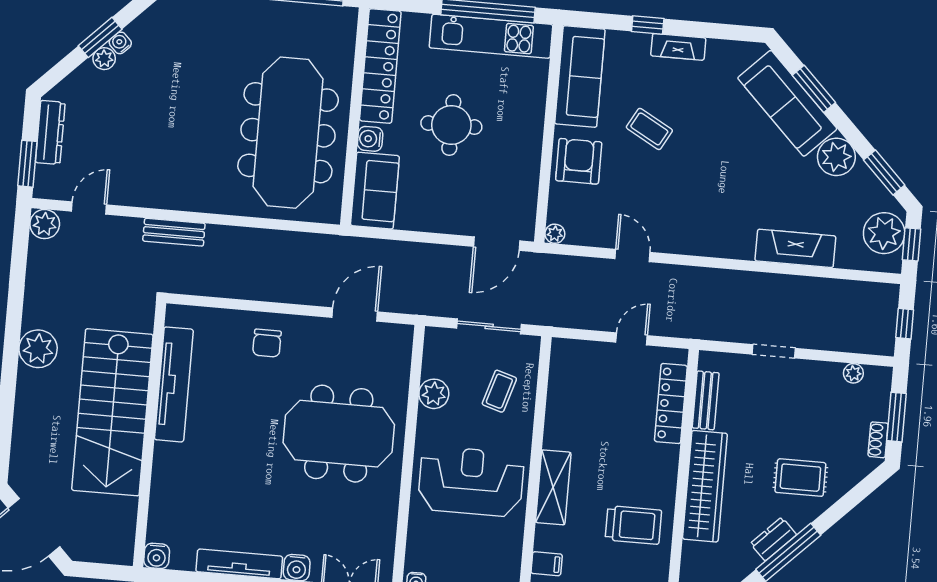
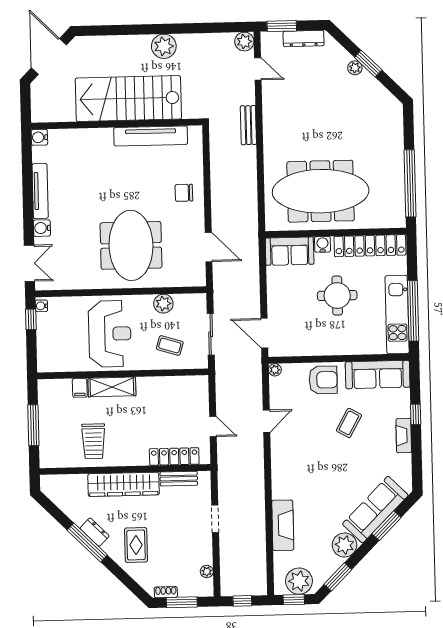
water cooler: (120, 43) -> (366, 77), removed
filing cabinet: (547, 564) -> (80, 388), moved

